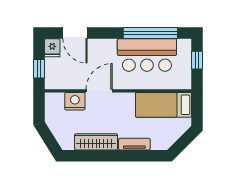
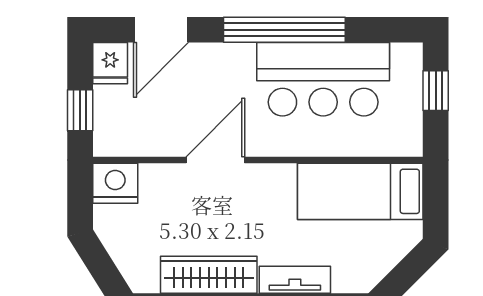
door: (75, 33) -> (161, 30), hinge flipped
window: (150, 33) -> (284, 30), moved
nightstand: (75, 101) -> (115, 183), moved

